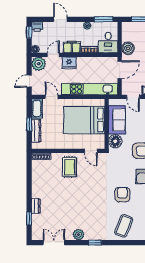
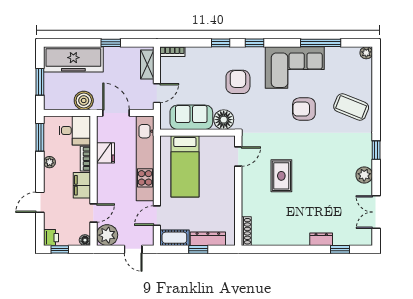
door: (53, 55) -> (93, 213), swing flipped
fridge: (69, 63) -> (105, 153), moved
bed: (84, 120) -> (185, 166), width x0.67
rug: (70, 167) -> (281, 176), moved, turned 90

